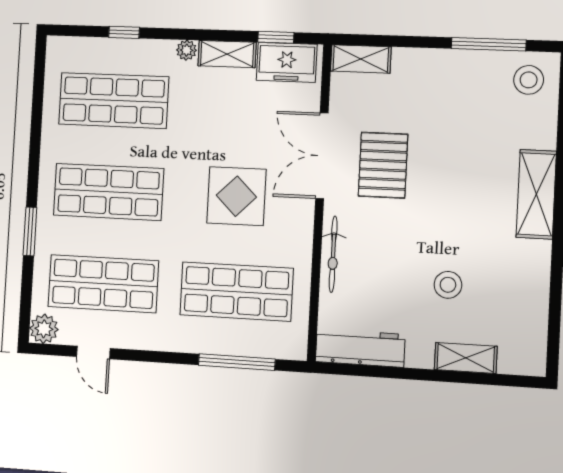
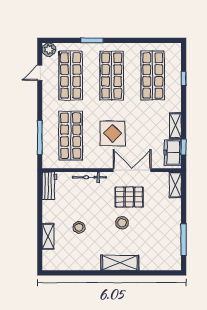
plant: (187, 50) -> (177, 107), removed
stool: (529, 80) -> (122, 223), moved
workbench: (360, 348) -> (49, 186), width x0.73

